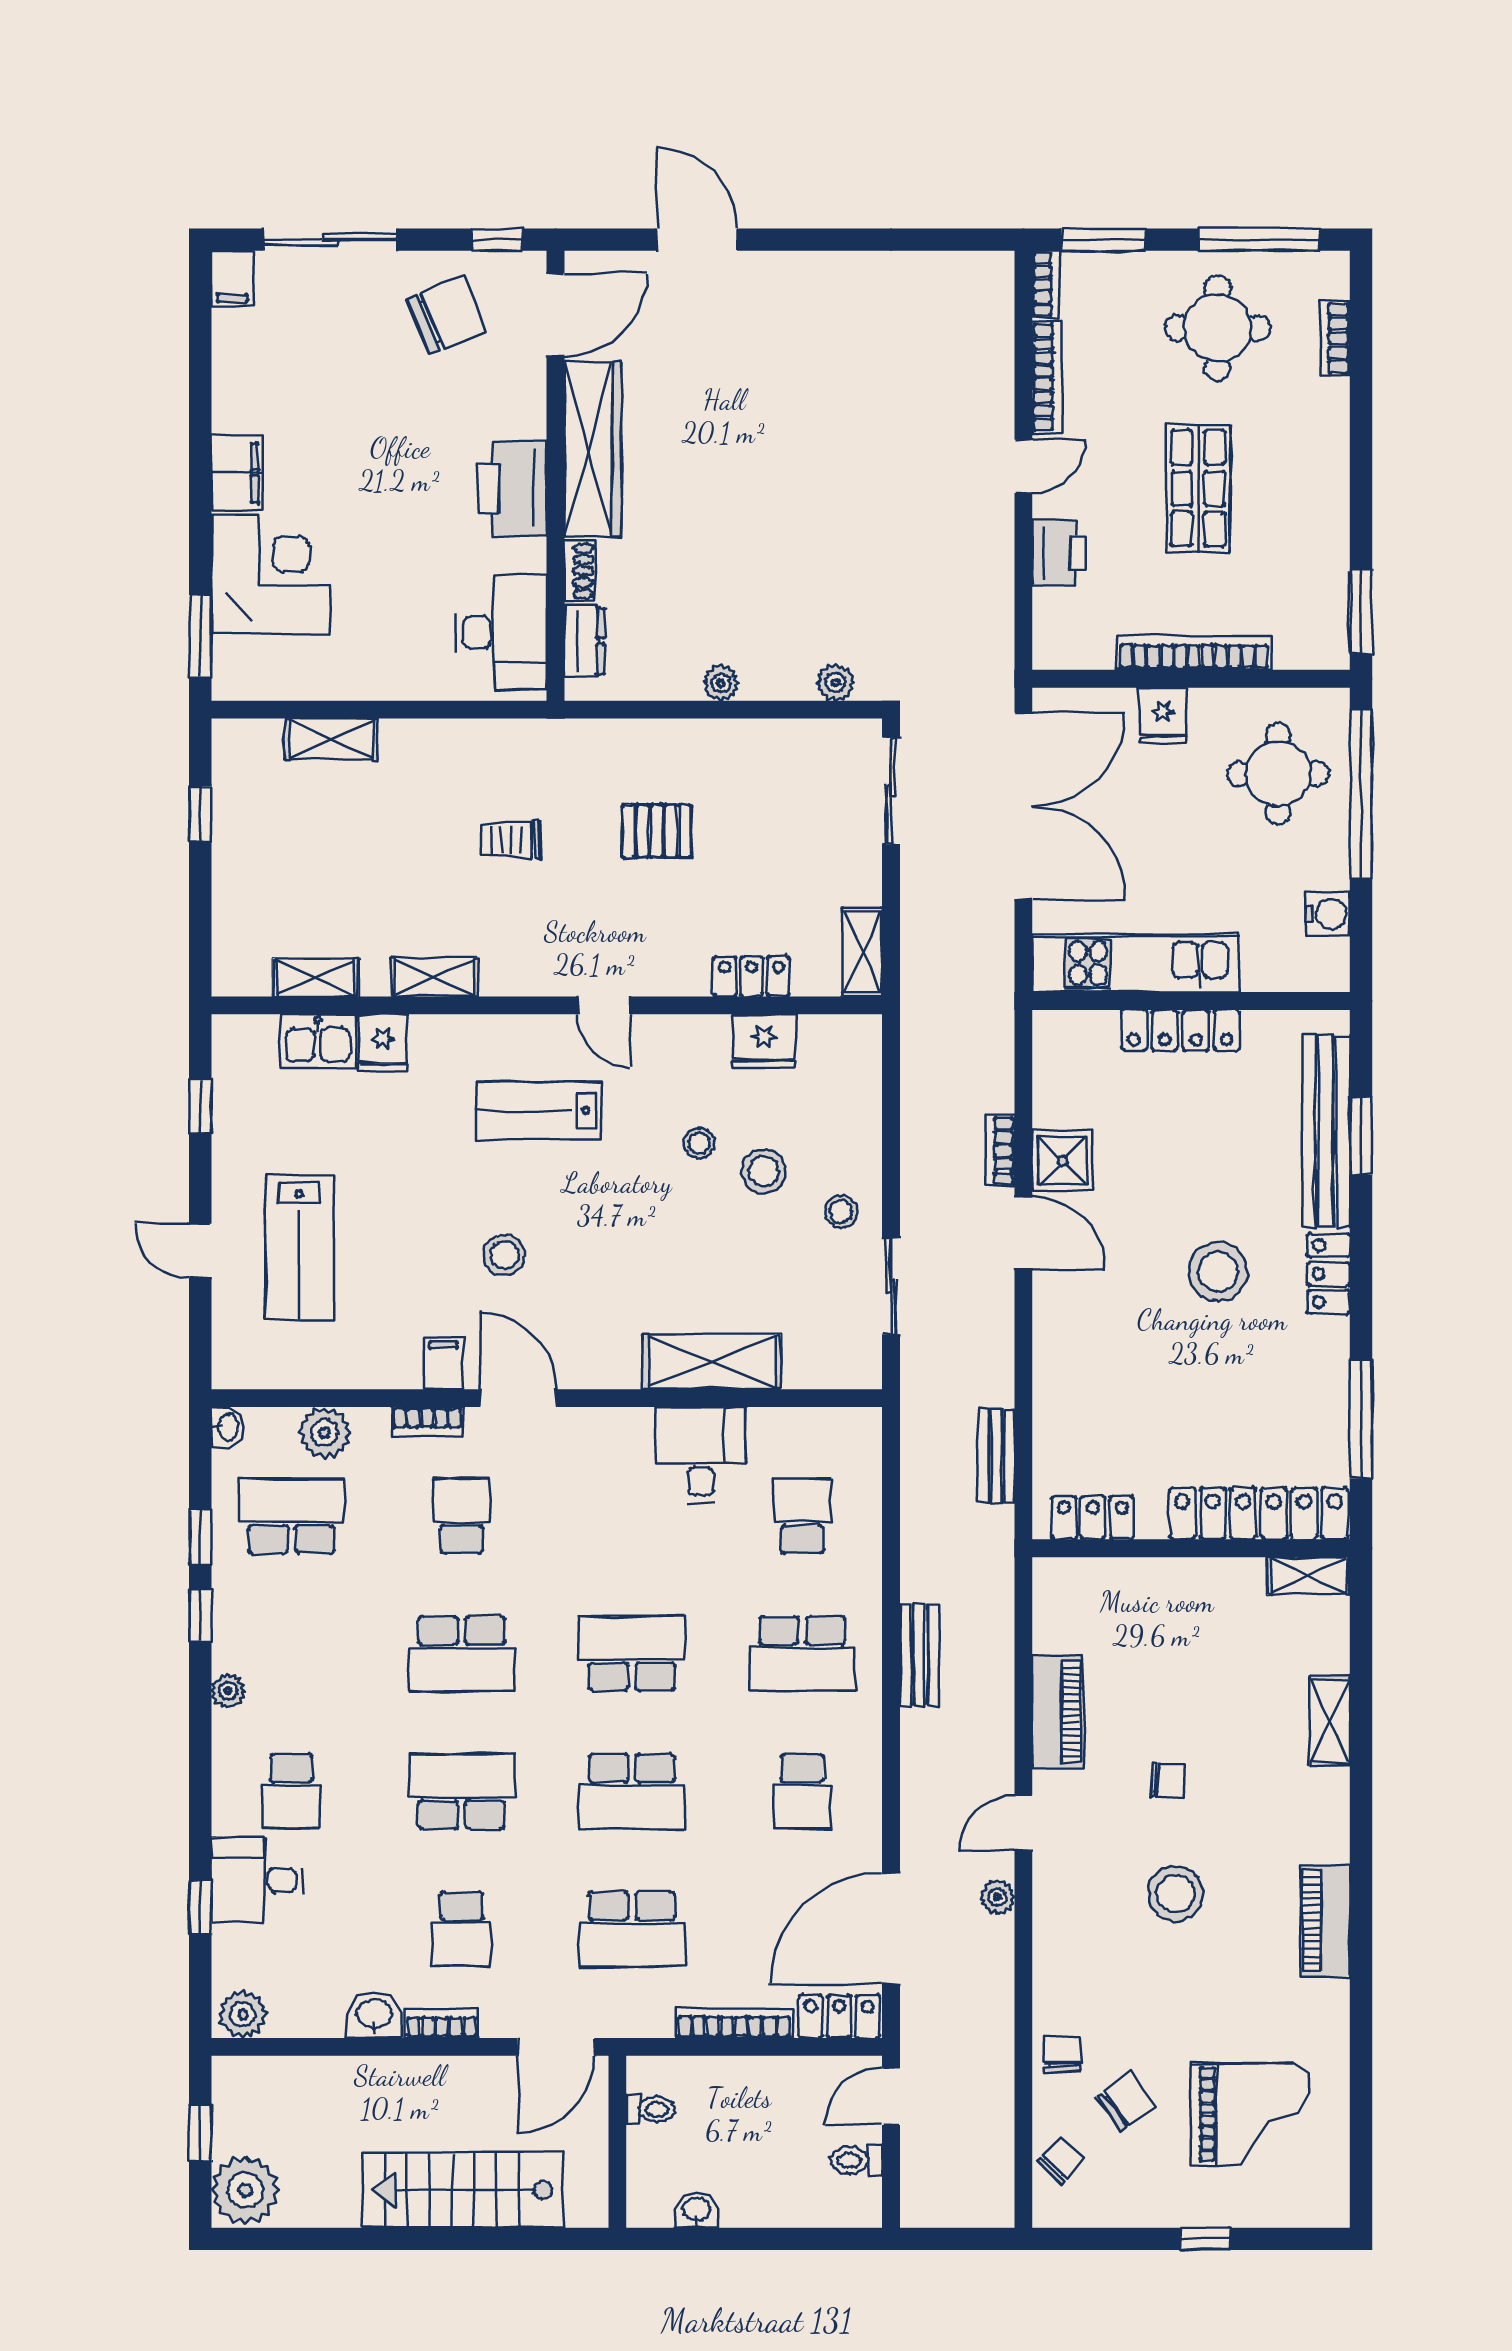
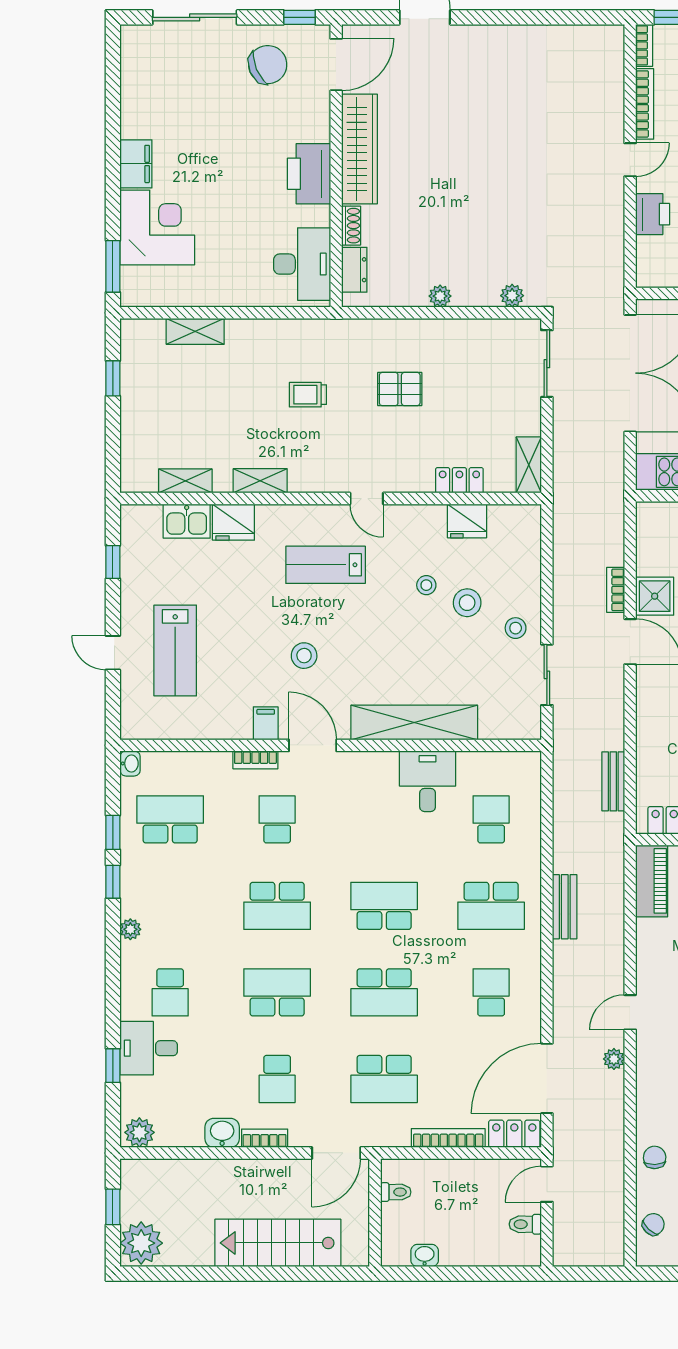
filing cabinet: (232, 279) -> (133, 42), removed
fridge: (383, 1043) -> (233, 522), width x1.38
shelving: (712, 1362) -> (414, 722), width x1.47
plant: (325, 1433) -> (191, 767), removed
piano: (1058, 1712) -> (652, 881), moved
school desk: (802, 1791) -> (491, 992), turned 180

